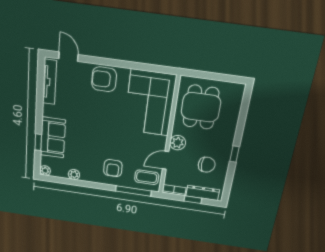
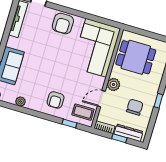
armchair: (104, 79) -> (63, 24), turned -90
dining table: (201, 107) -> (136, 57), turned 90
chair: (207, 165) -> (135, 107), turned -90
window: (133, 191) -> (69, 124), width x0.46

